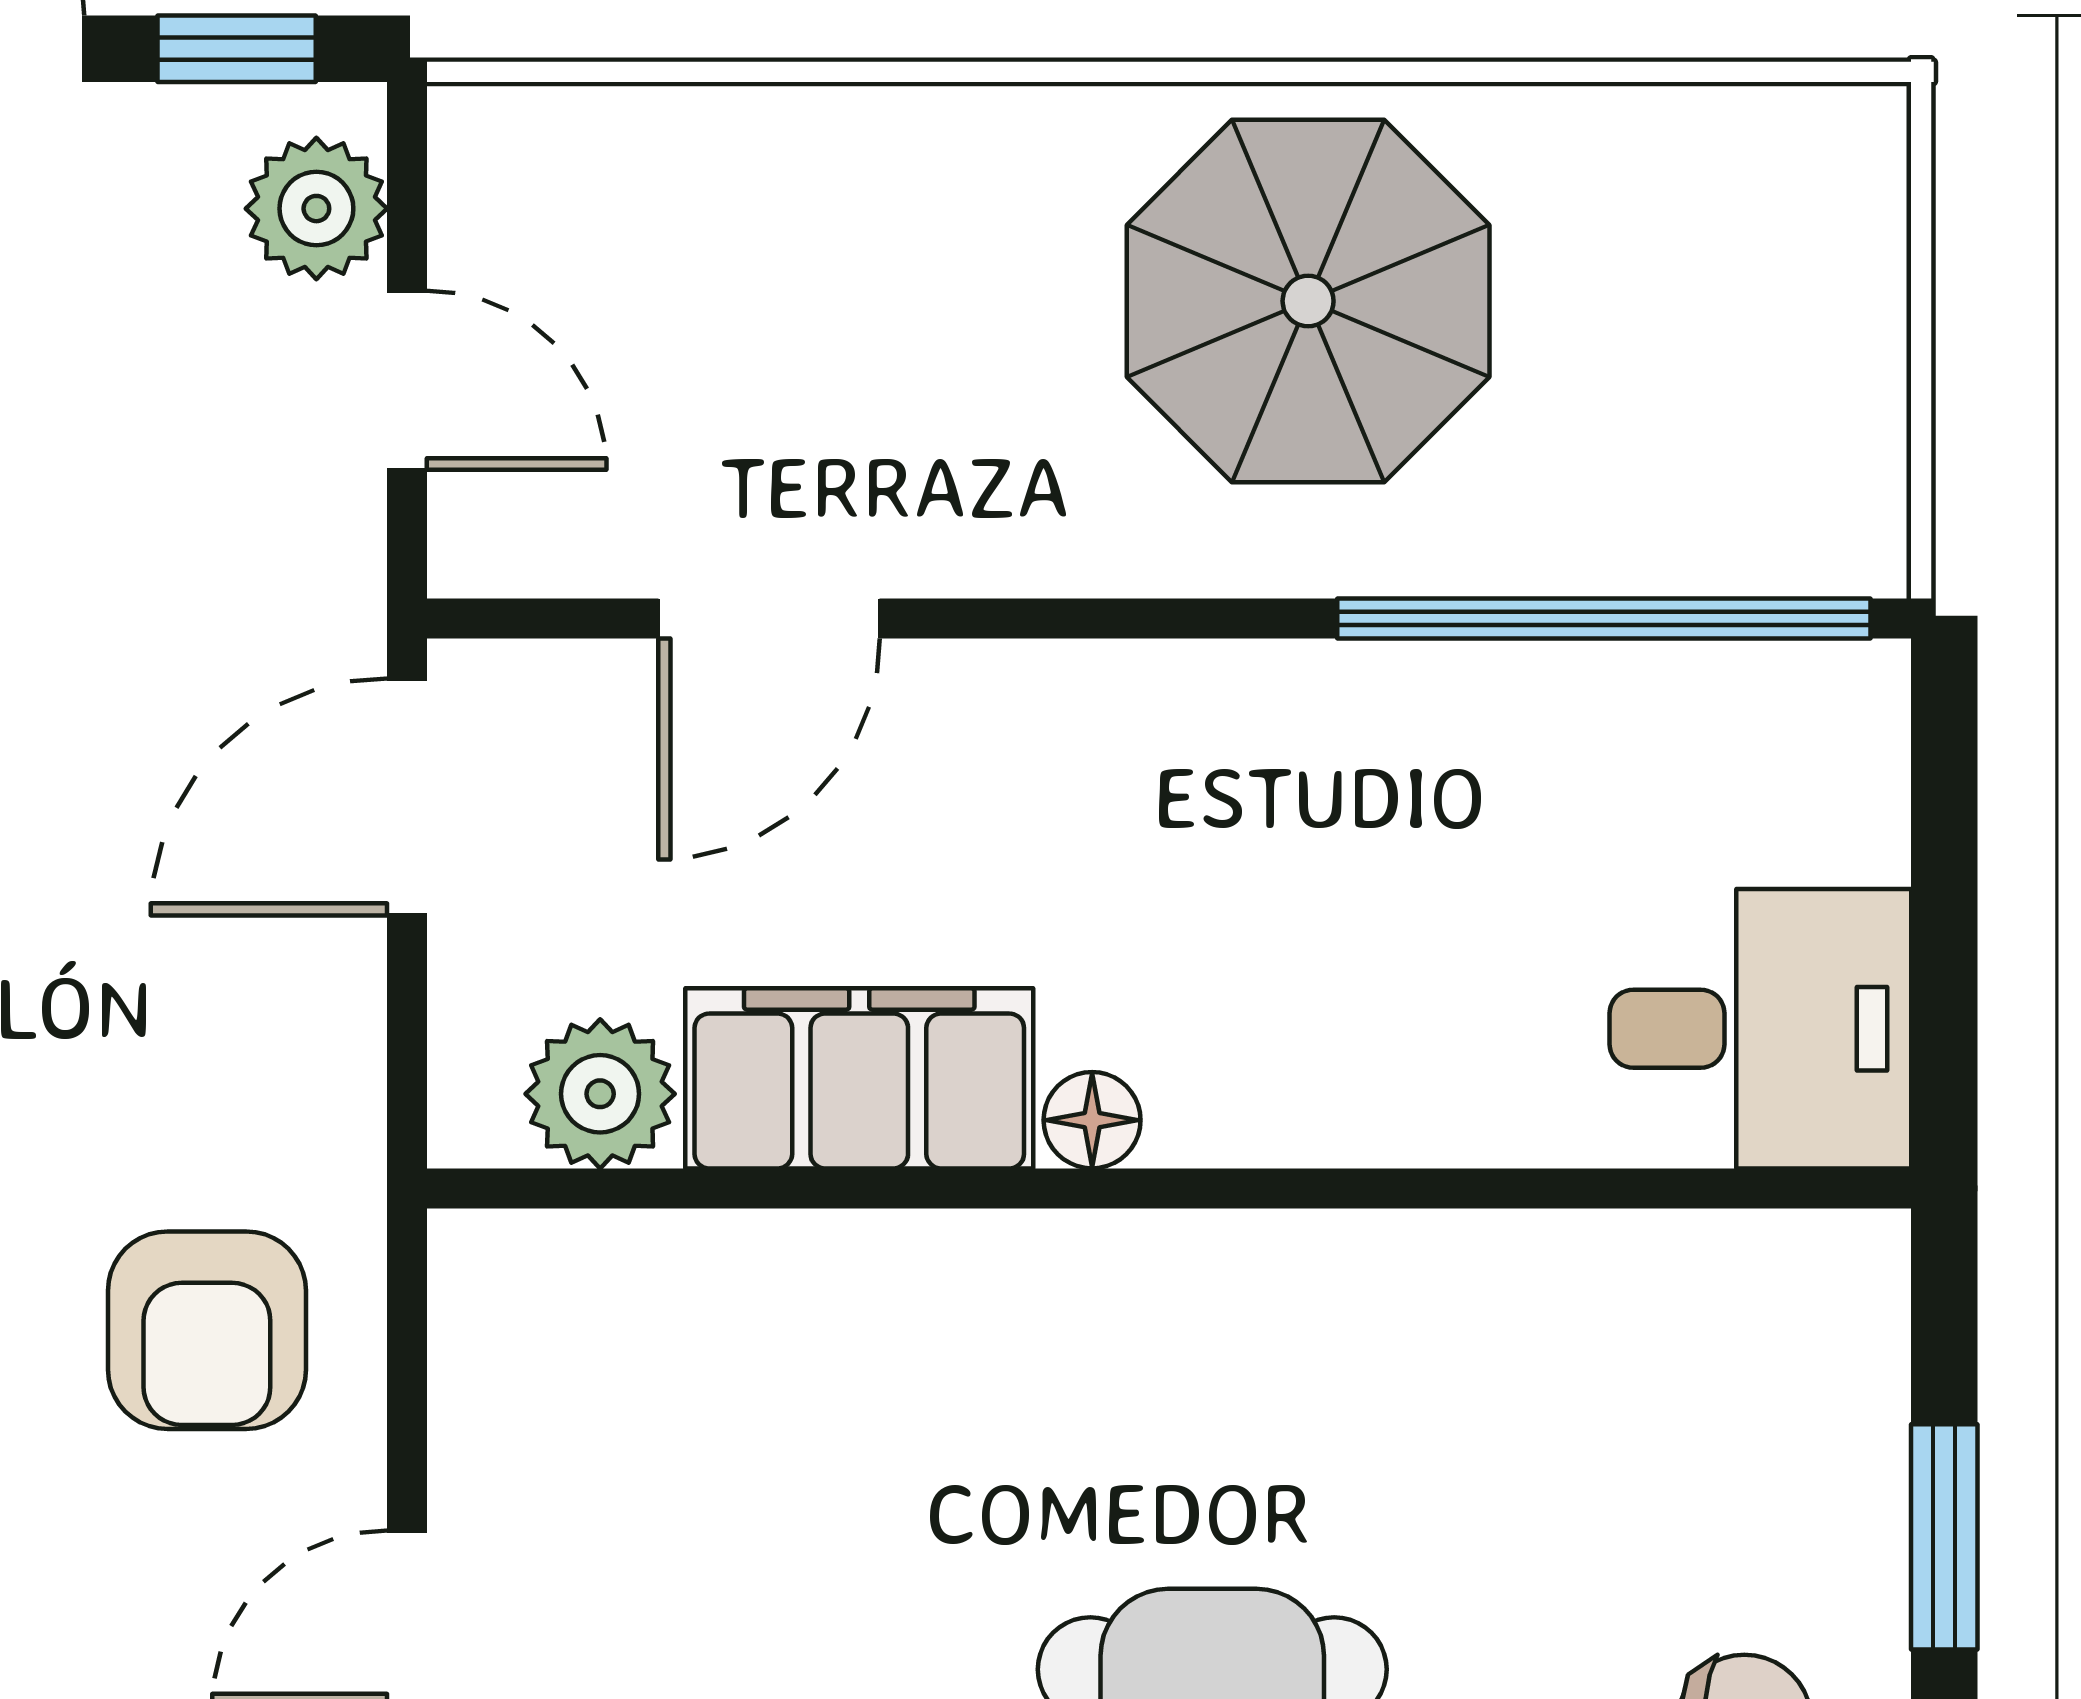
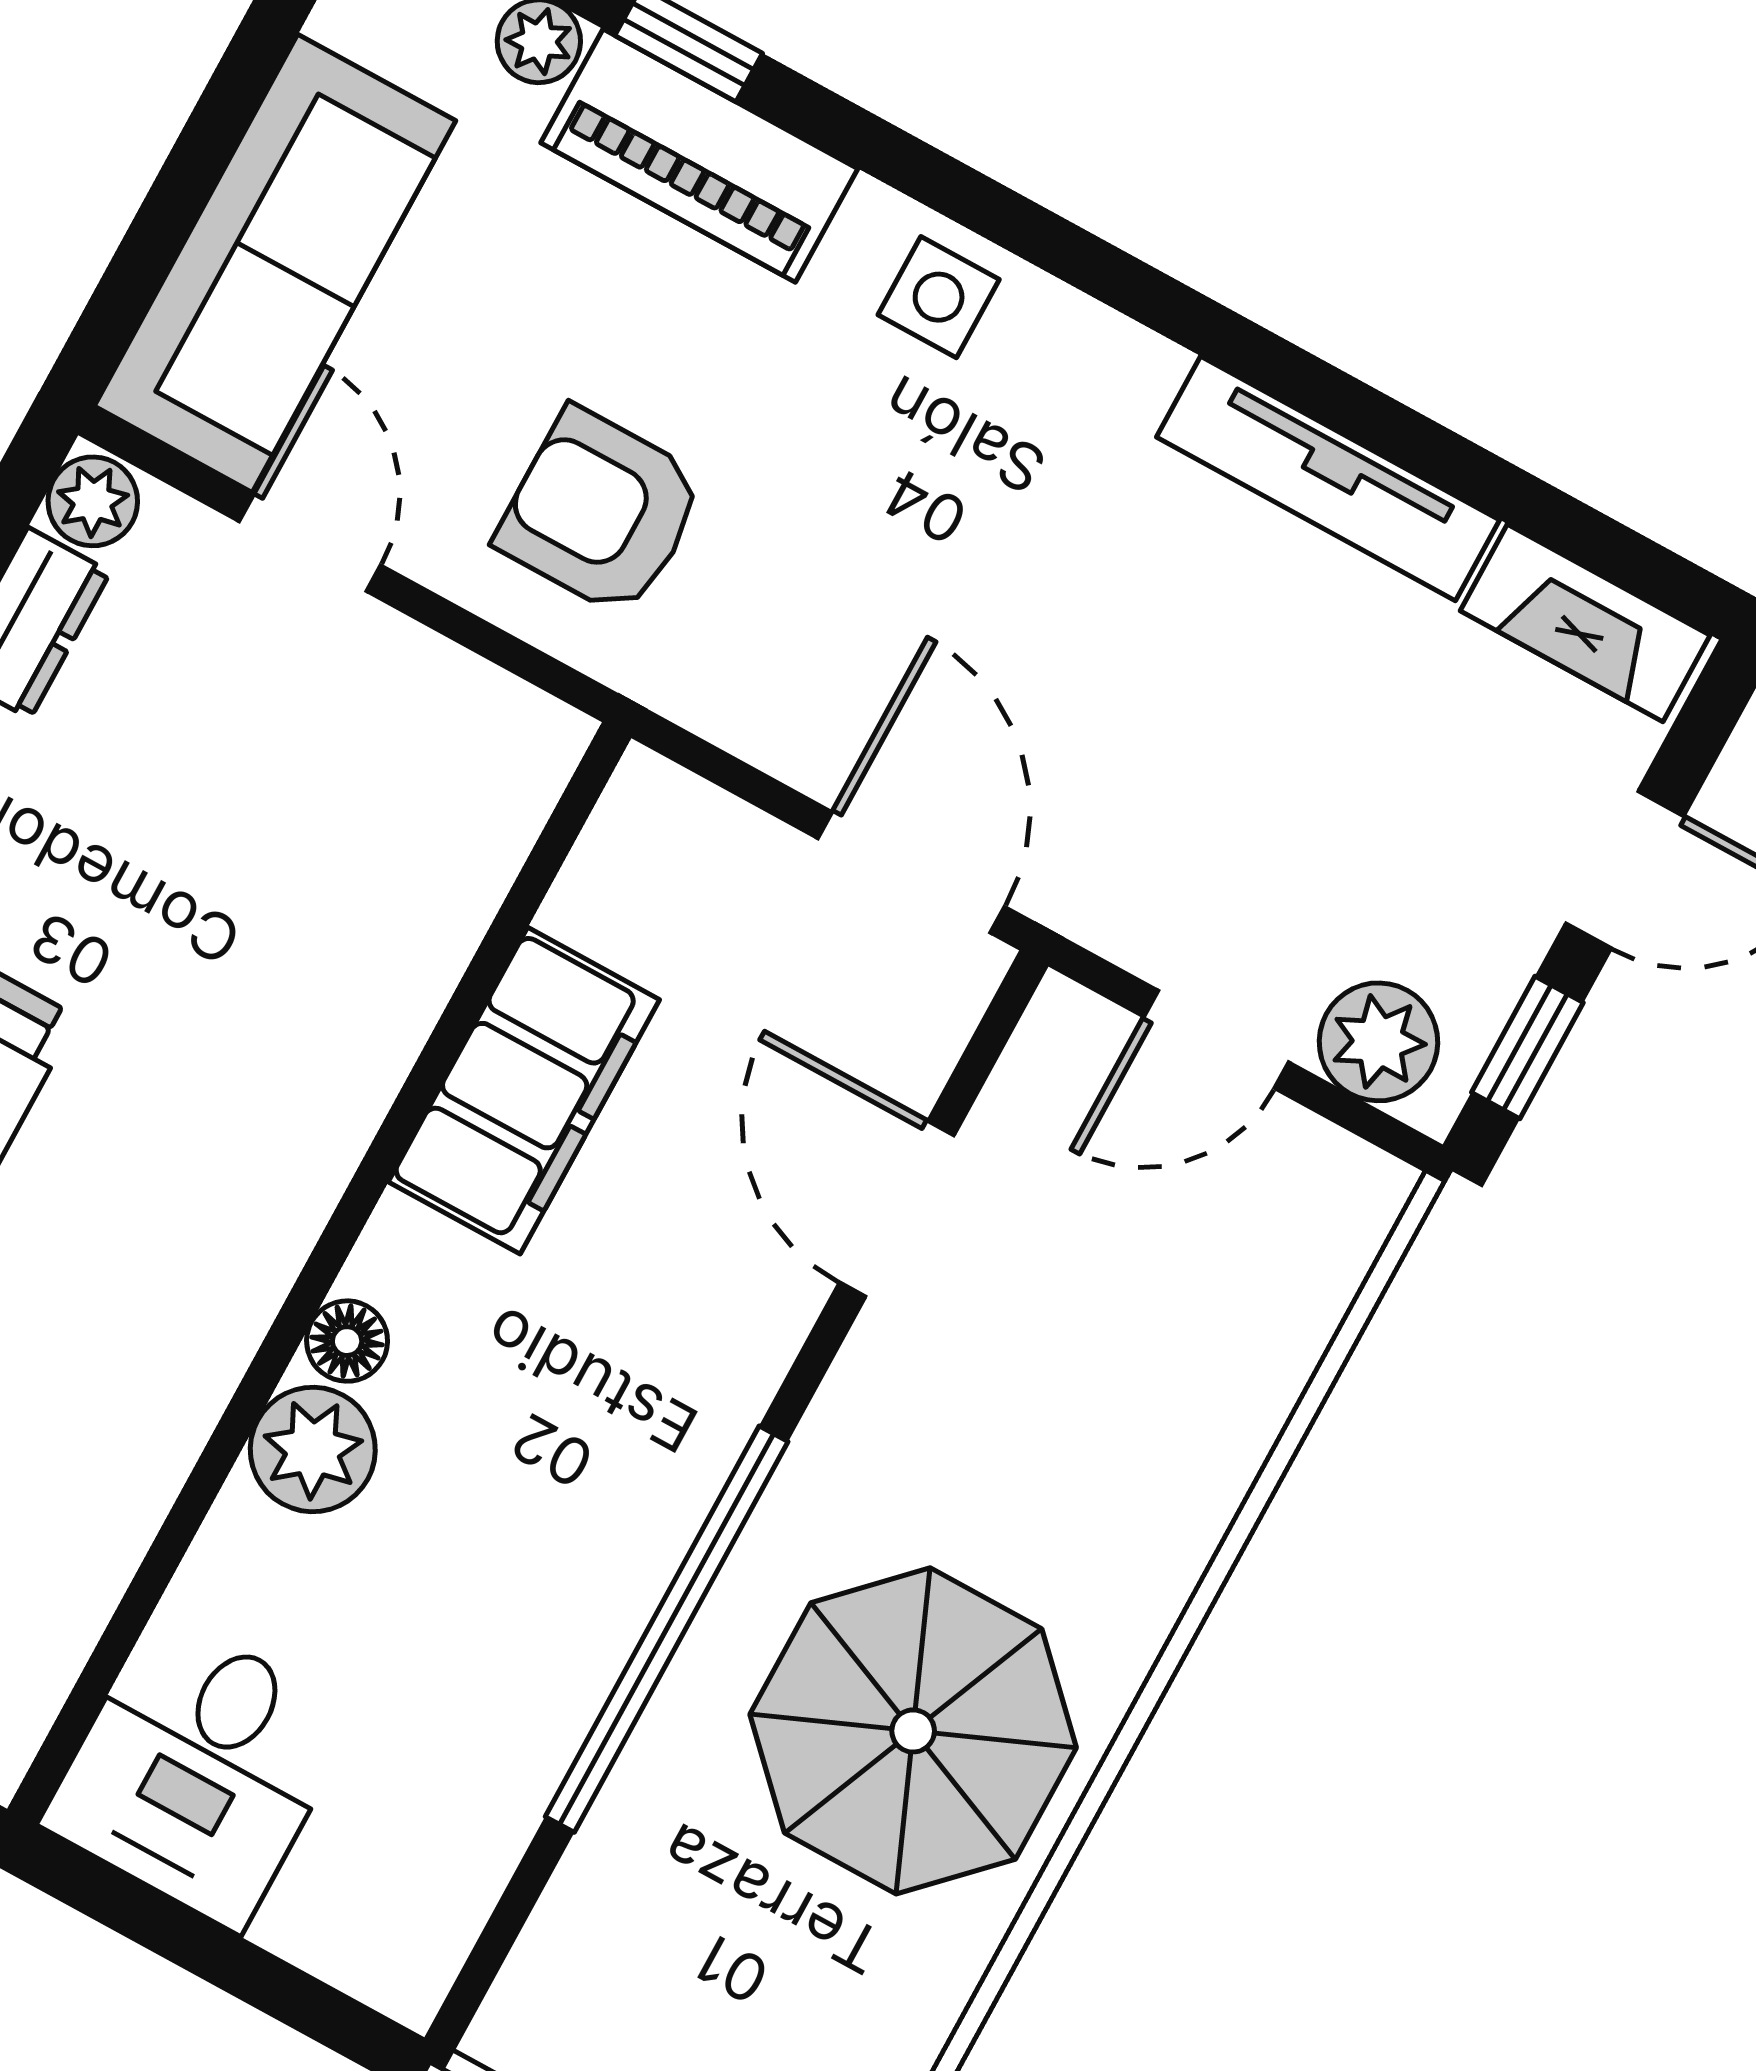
window: (1604, 619) -> (667, 1629), moved
plant: (600, 1094) -> (313, 1449), moved
floor lamp: (1092, 1120) -> (347, 1341), moved

